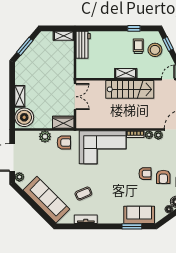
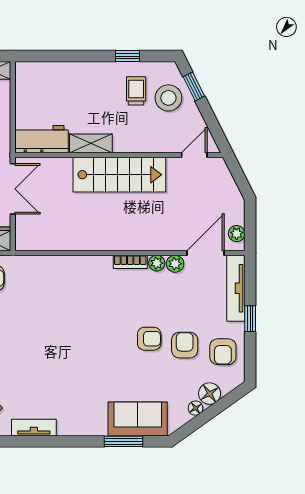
workbench: (83, 45) -> (41, 139), moved, turned -90
shelving: (126, 73) -> (91, 143), moved
corner sofa: (103, 147) -> (66, 287), removed
armchair: (163, 177) -> (185, 345), turned 180
coffee table: (83, 194) -> (29, 378), removed

